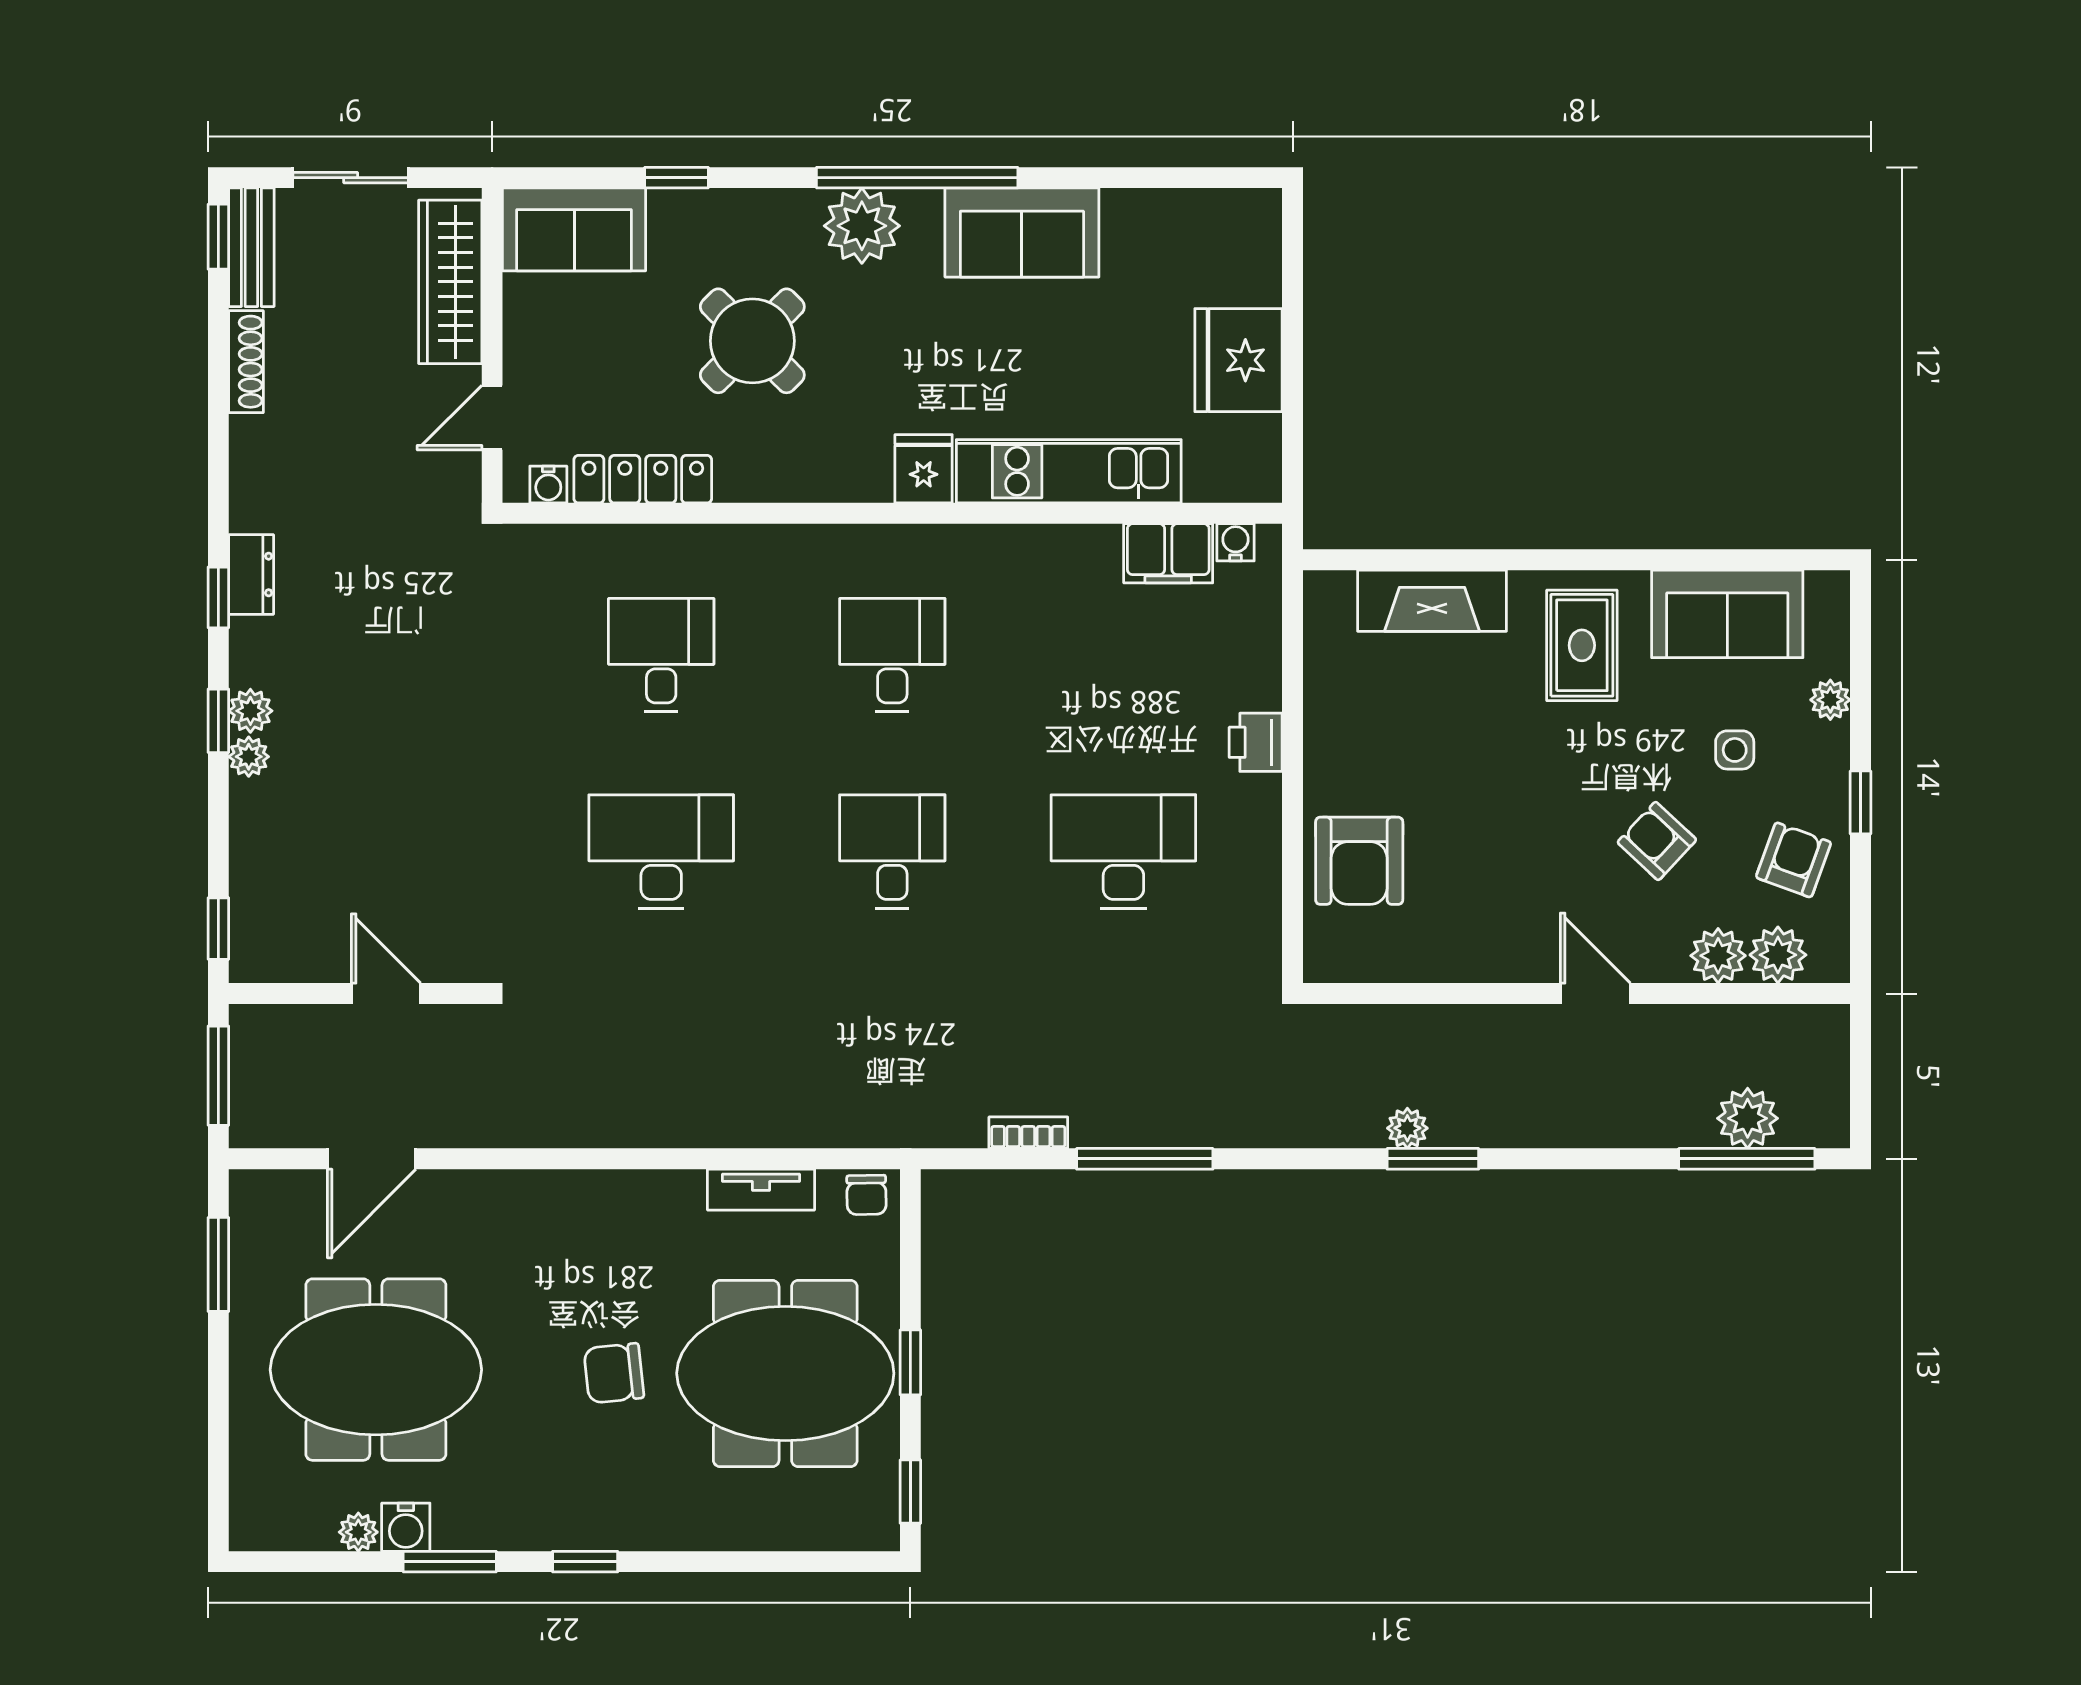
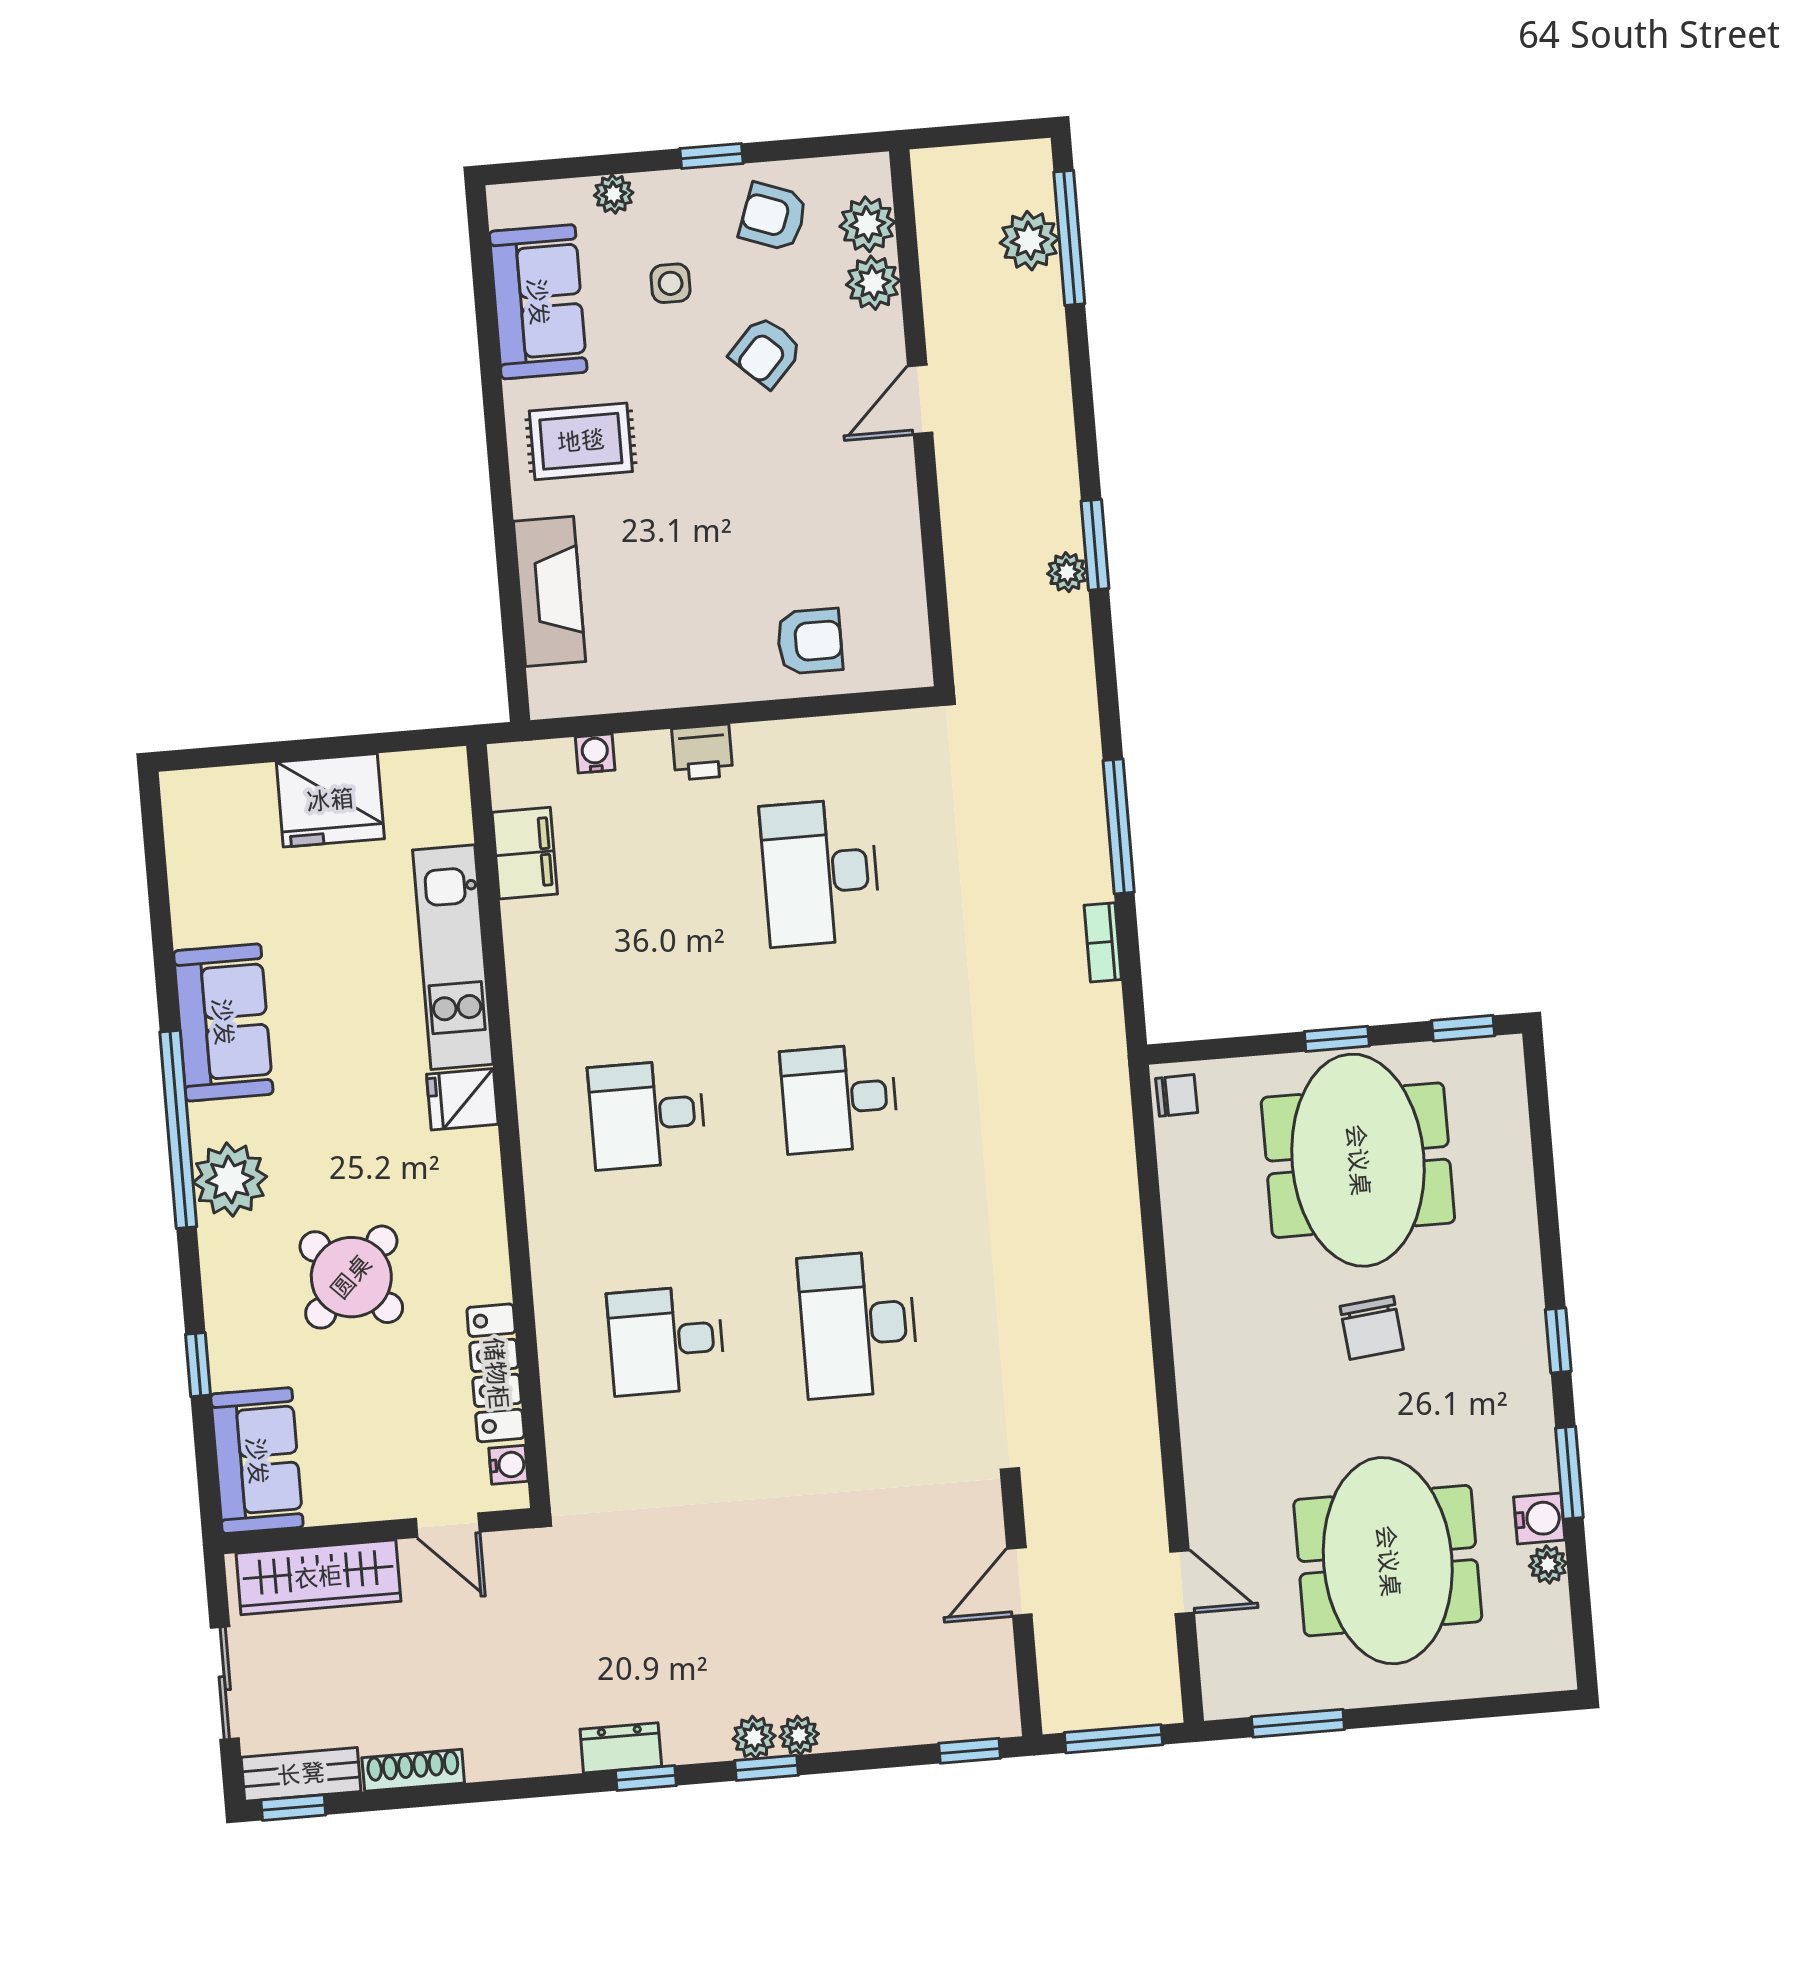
water cooler: (1236, 542) -> (595, 753), moved, turned 90
armchair: (1359, 861) -> (810, 641), width x0.72, depth x0.72
door: (372, 1159) -> (1182, 1582), width x0.73
tv unit: (761, 1190) -> (1180, 1199), removed

